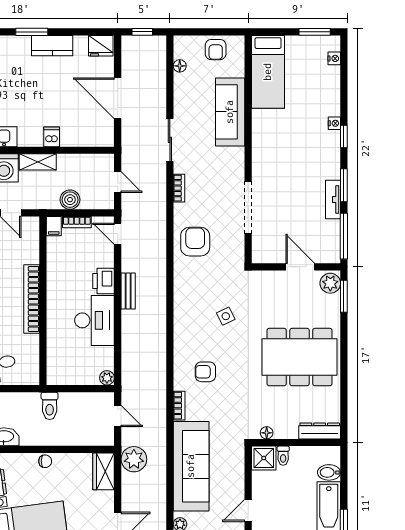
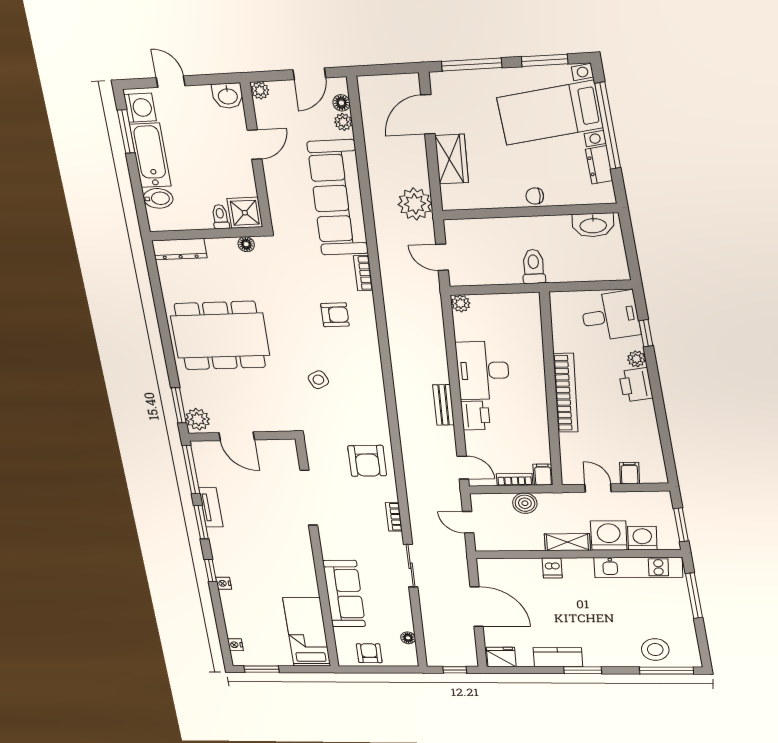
wardrobe: (104, 471) -> (452, 159), moved

